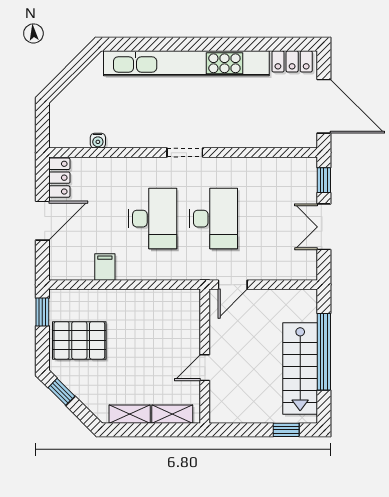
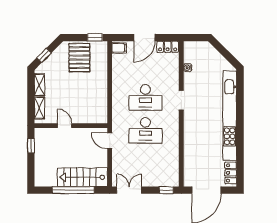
doorway: (185, 153) -> (181, 100), moved
door: (42, 221) -> (144, 38), hinge flipped
double door: (324, 227) -> (129, 190), moved
filing cabinet: (105, 267) -> (119, 48), moved
stairs: (300, 369) -> (82, 177), moved
window: (61, 392) -> (44, 55), moved
window: (286, 430) -> (31, 146), moved

